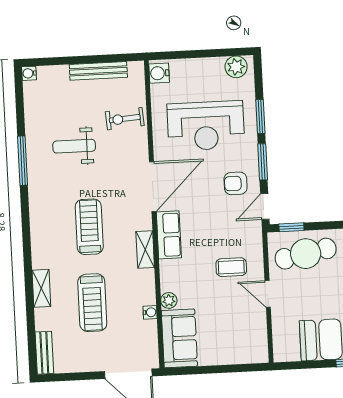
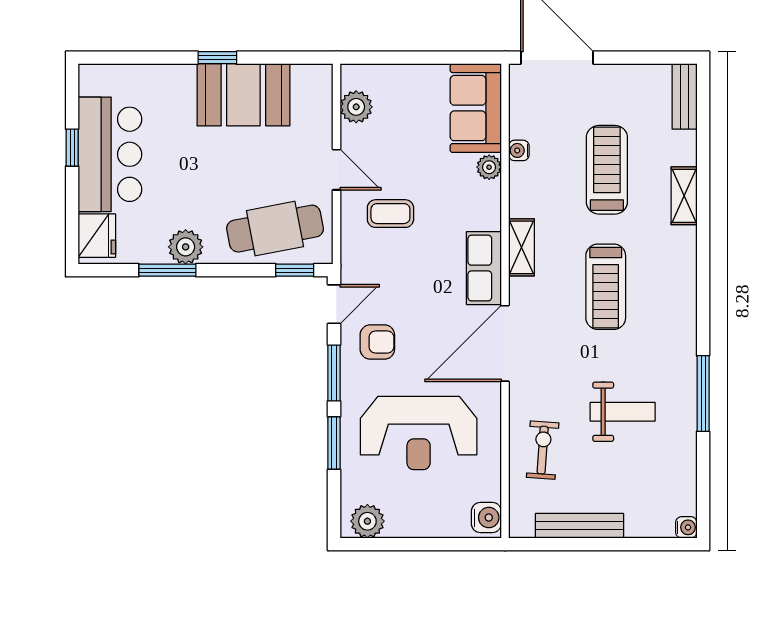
exercise bike: (125, 119) -> (543, 450), turned -82
reception desk: (206, 126) -> (419, 433), turned 180
plant: (257, 335) -> (356, 107), added

